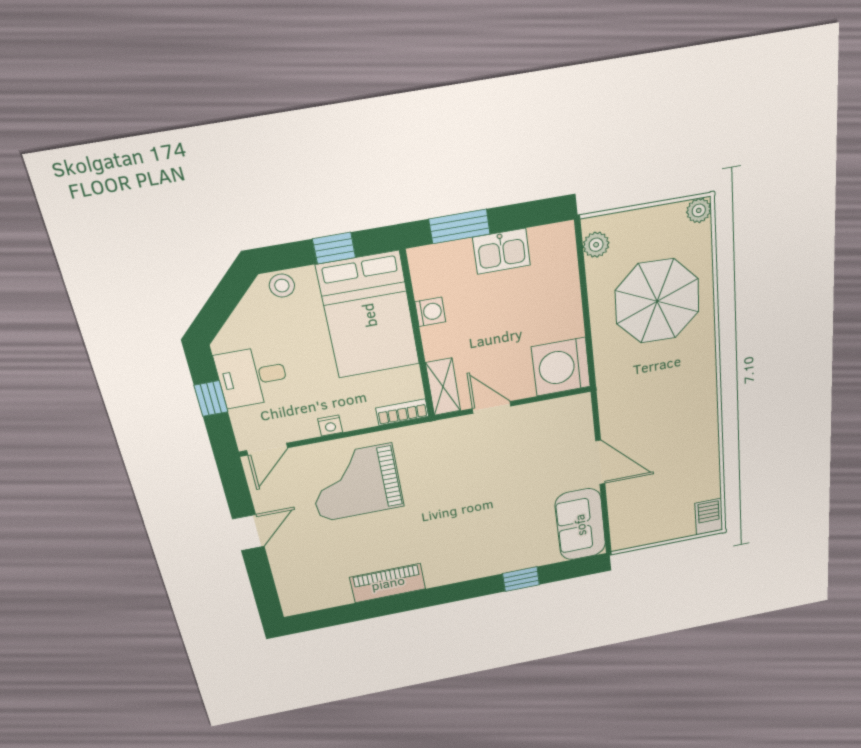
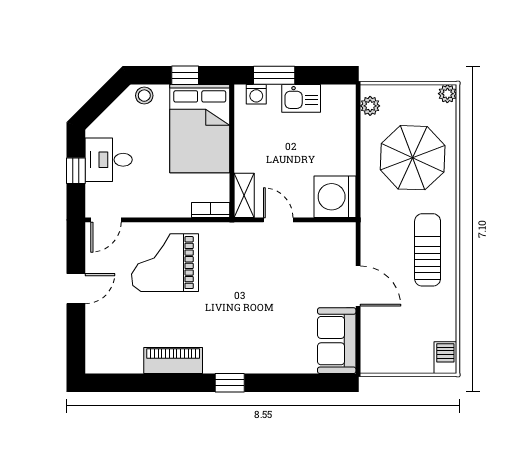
washing machine: (430, 312) -> (256, 94), moved, turned 90
sun lounger: (682, 407) -> (428, 250), added
nightstand: (330, 426) -> (156, 210), removed
window: (521, 579) -> (230, 383), moved

